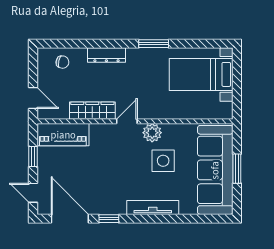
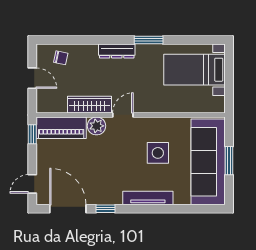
dresser: (106, 55) -> (117, 51), moved
door: (33, 98) -> (32, 78), moved
plant: (152, 133) -> (97, 126), moved
window: (33, 157) -> (32, 134), moved
door: (33, 193) -> (32, 184), hinge flipped

